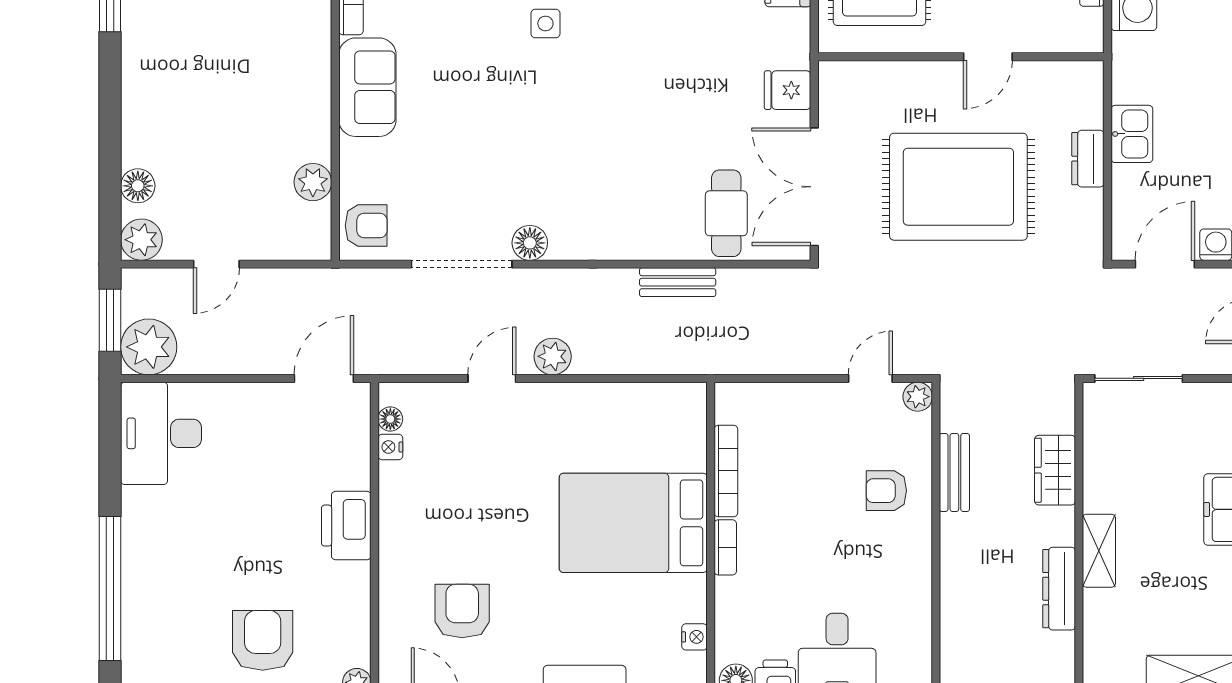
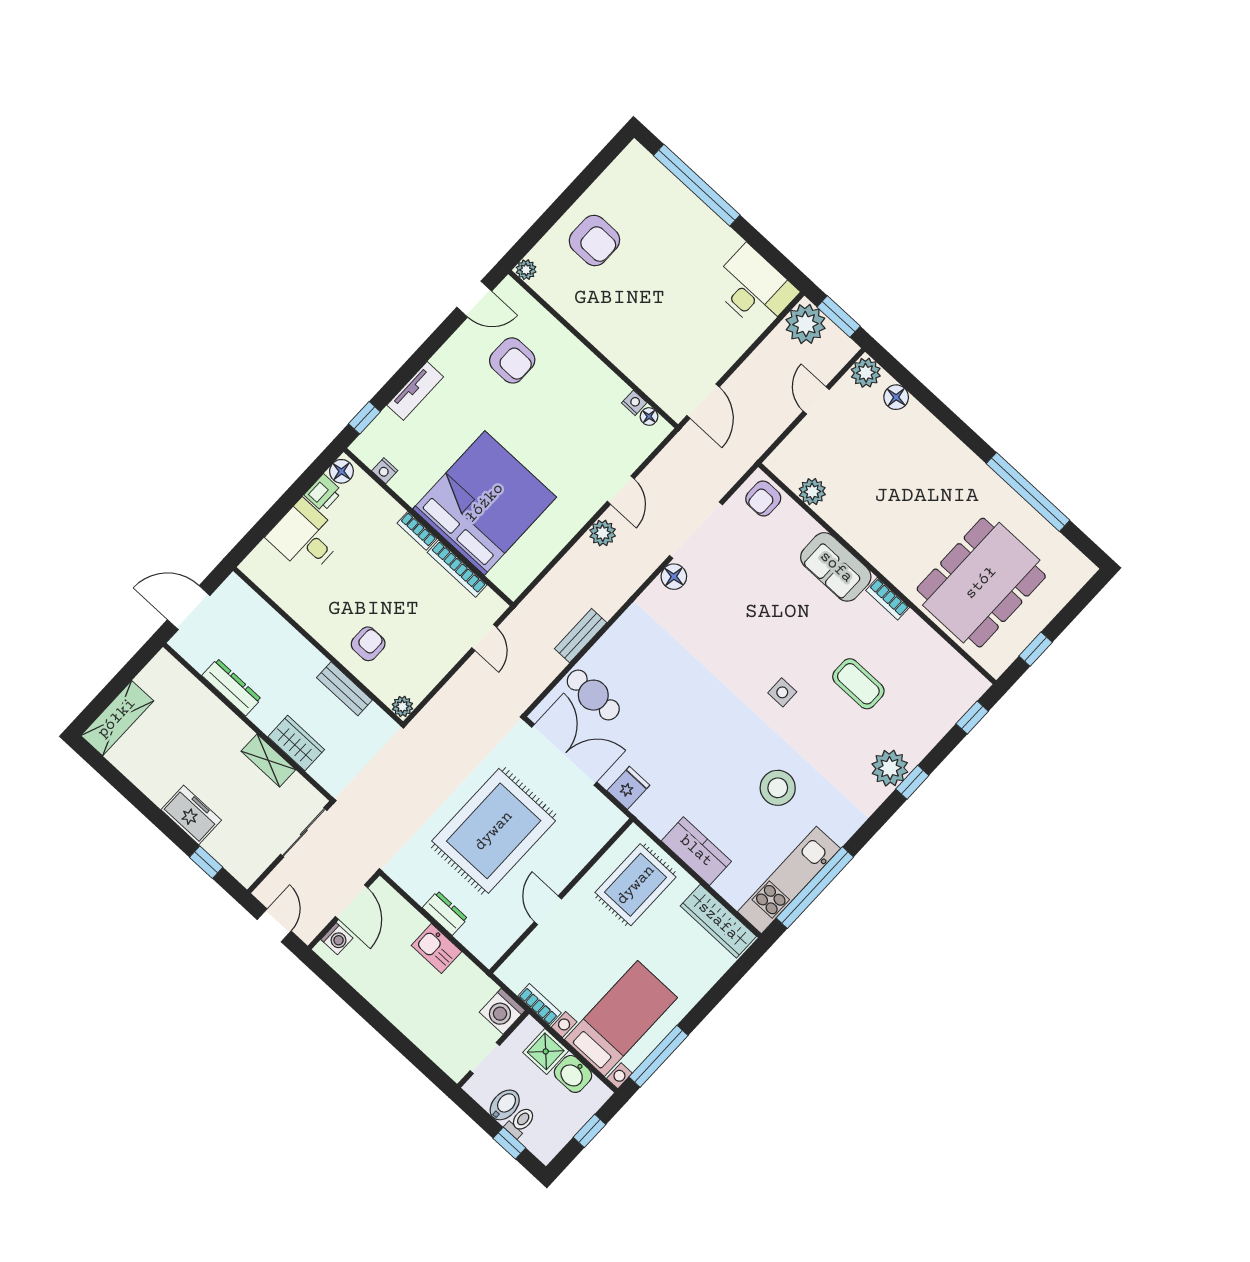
door: (870, 378) -> (484, 638), moved
bed: (633, 523) -> (485, 503), width x1.36
printer: (346, 526) -> (614, 341), removed
shelving: (1099, 551) -> (268, 760), moved

